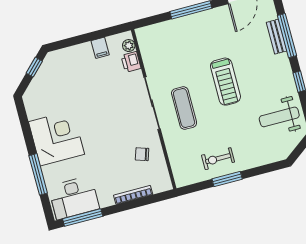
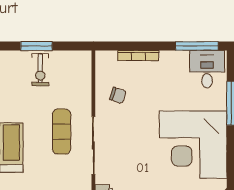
corner desk: (57, 138) -> (193, 145), width x1.36, depth x1.36
exercise bike: (218, 159) -> (40, 70), turned 90
desk: (74, 198) -> (207, 69), width x0.73

